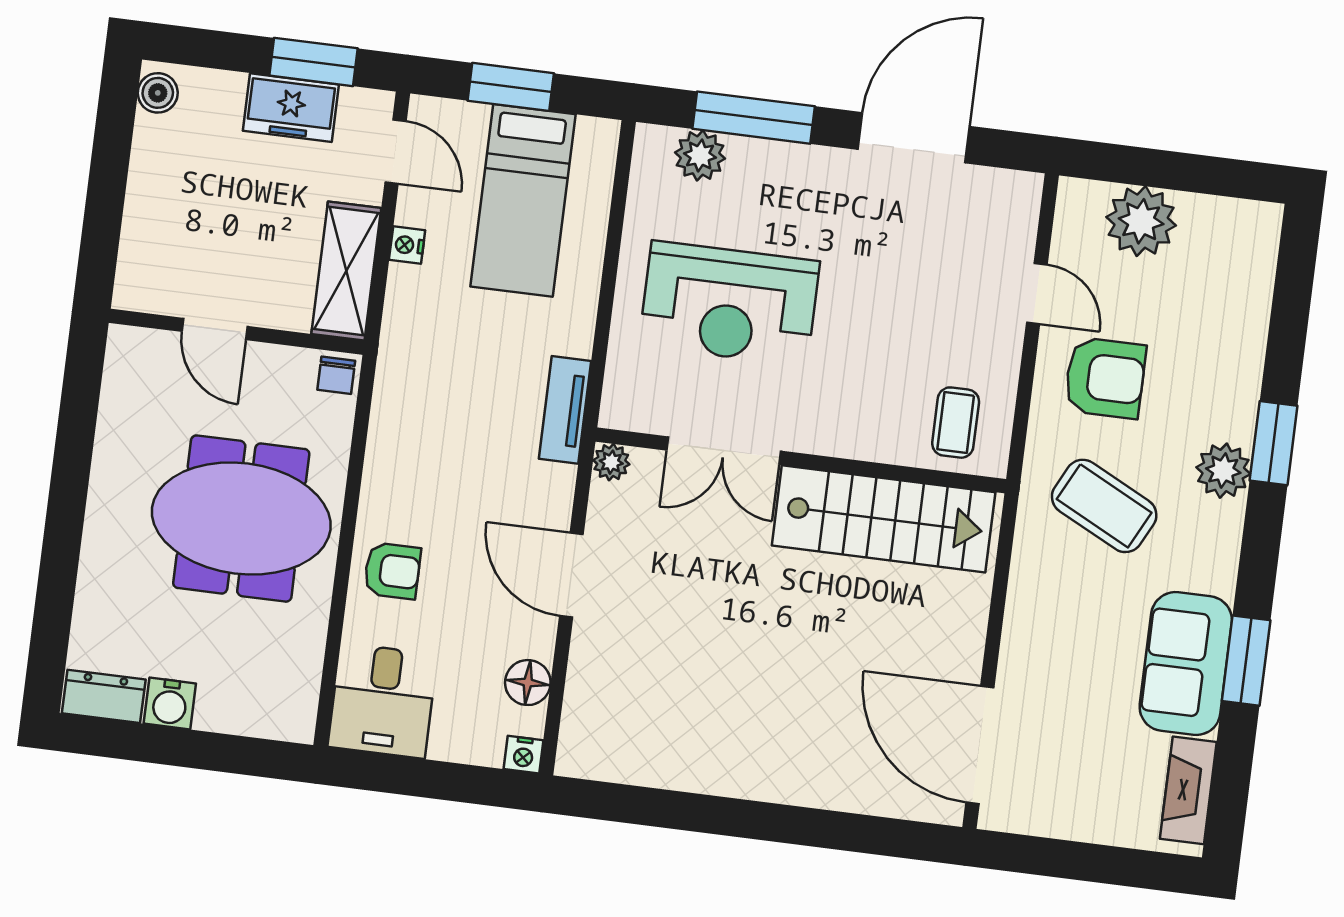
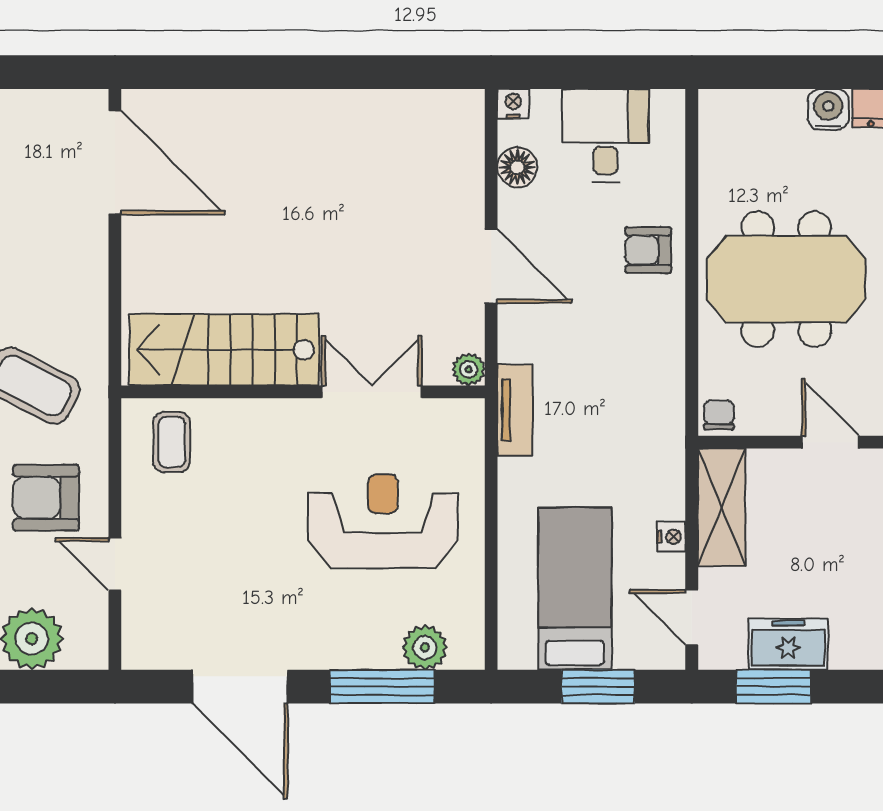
door: (914, 138) -> (240, 687), hinge flipped
desk: (383, 701) -> (605, 135), moved

